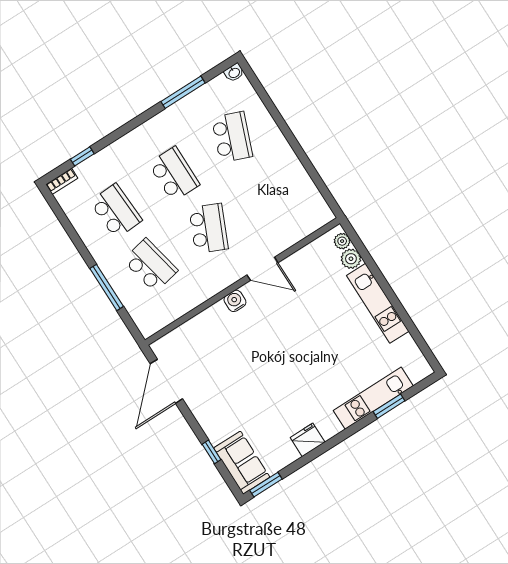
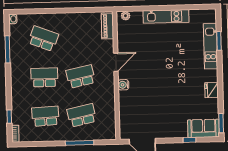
piano: (310, 223) -> (107, 26), added
school desk: (209, 228) -> (81, 76), turned -36
plant: (351, 259) -> (137, 16), removed

